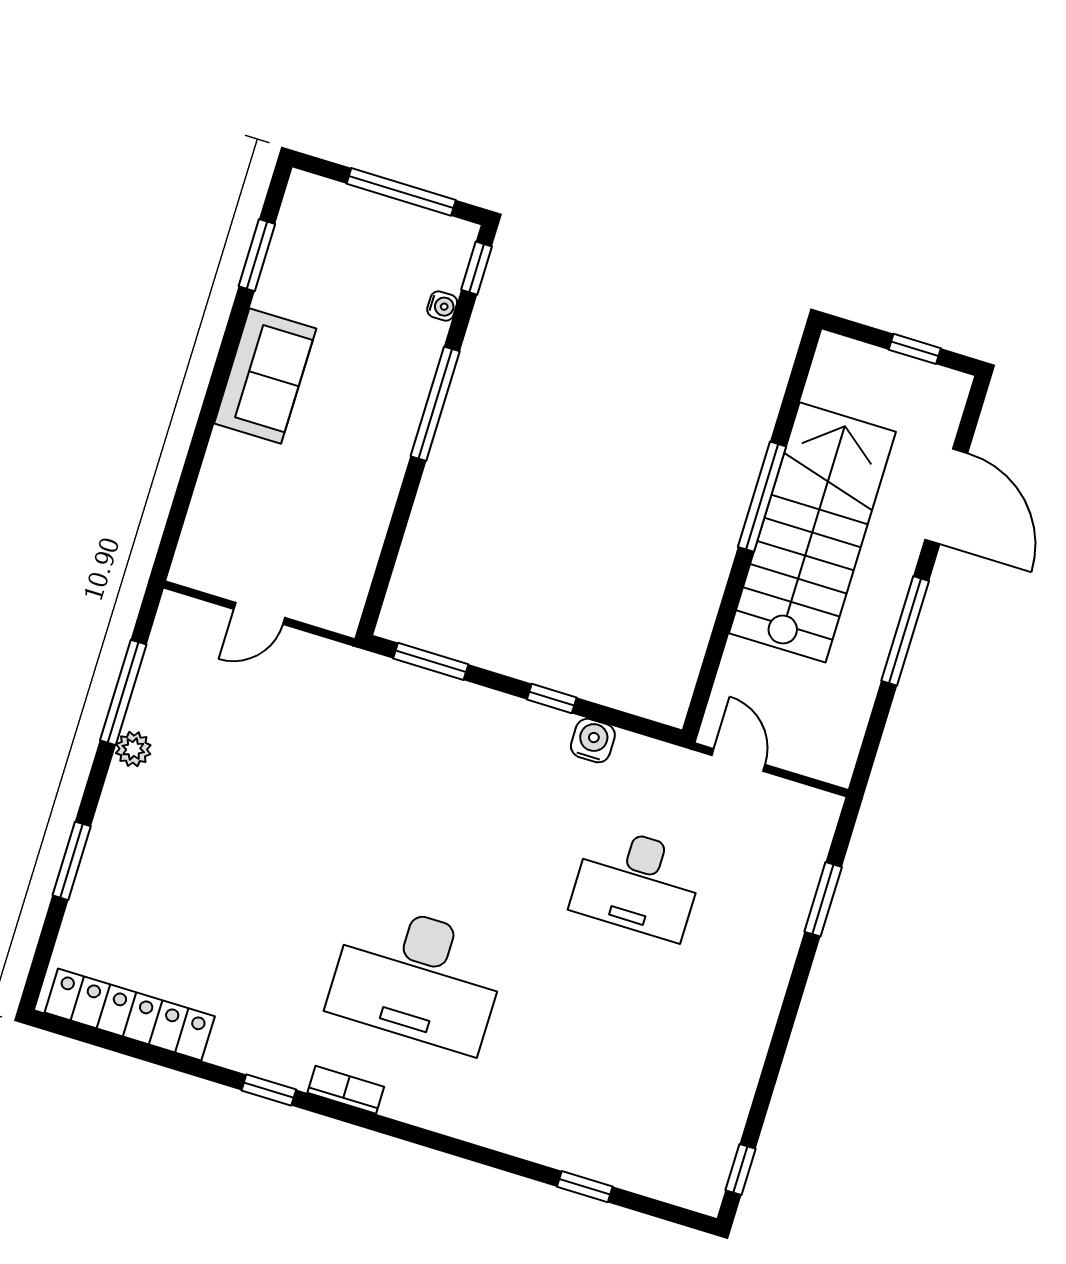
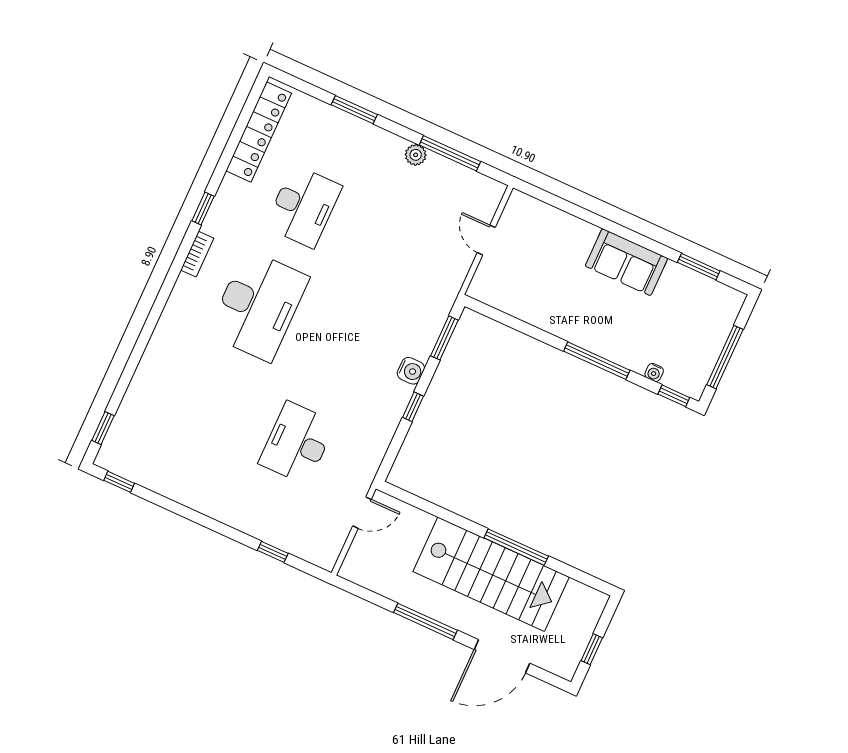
water cooler: (593, 741) -> (411, 371), moved
window: (823, 899) -> (273, 552), width x0.67
desk: (243, 924) -> (303, 206), added
desk: (418, 977) -> (258, 306), turned 180
window: (585, 1187) -> (103, 428), moved

